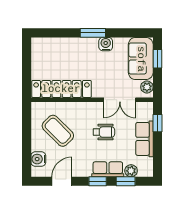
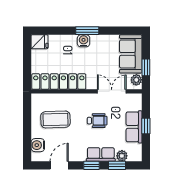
water cooler: (106, 44) -> (84, 41), moved
fridge: (40, 45) -> (40, 42), added
window: (157, 59) -> (146, 67), moved
double door: (120, 100) -> (112, 91), swing flipped
window: (157, 123) -> (146, 126), moved
coffee table: (58, 131) -> (55, 119), turned -47

